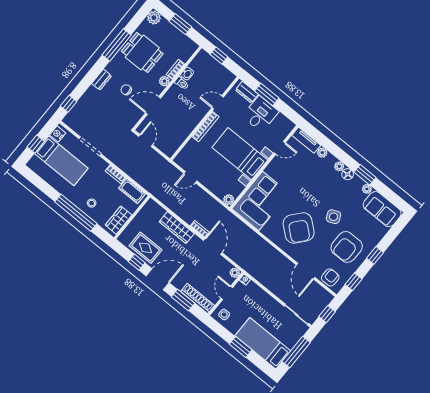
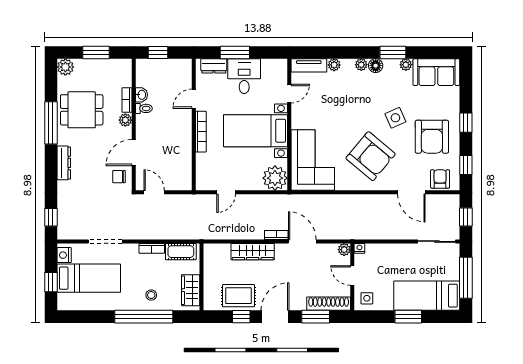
dresser: (102, 80) -> (64, 163), width x1.44
chair: (126, 90) -> (119, 177), moved
plant: (229, 200) -> (275, 178), width x1.87, depth x1.87

